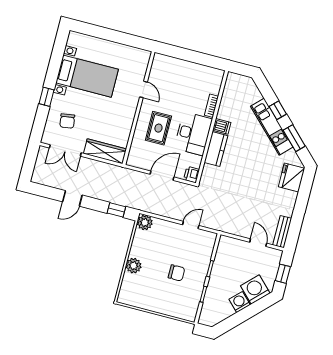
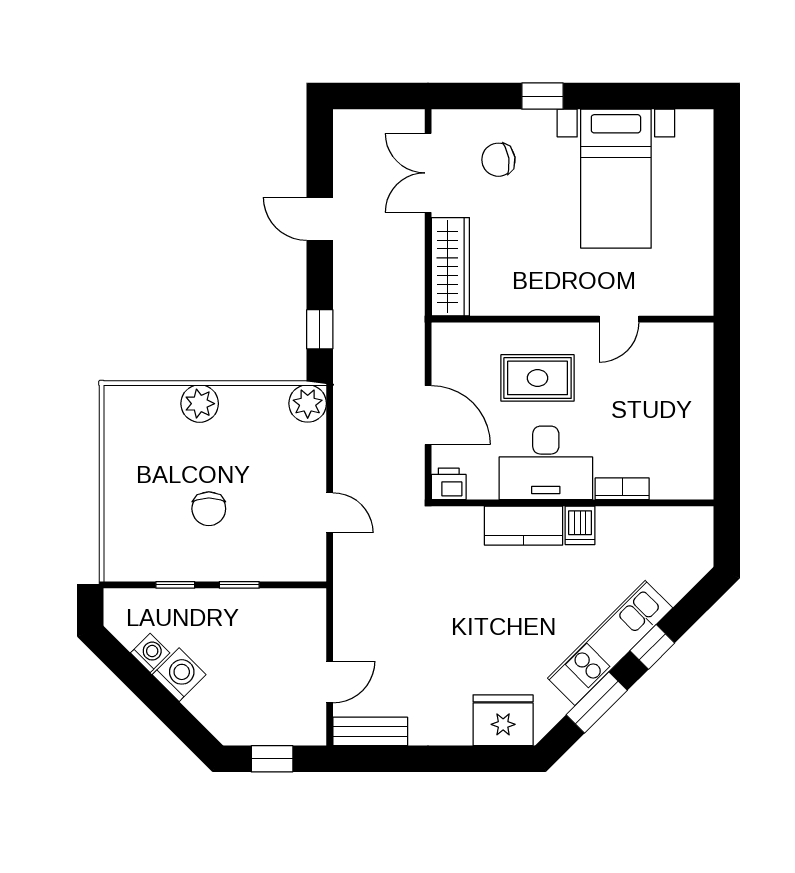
washing machine: (255, 289) -> (150, 653), moved, width x0.53, depth x0.53

